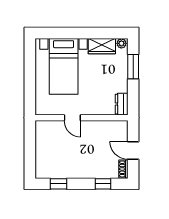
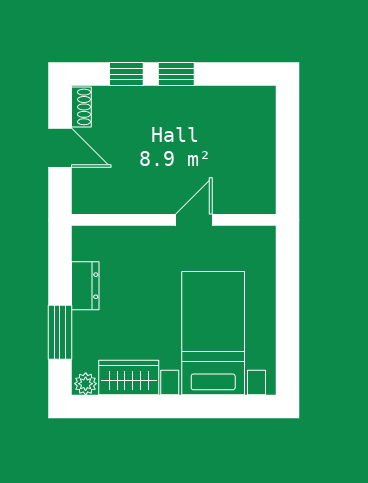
dresser: (122, 104) -> (85, 286), moved
door: (72, 118) -> (194, 220), hinge flipped
window: (59, 184) -> (176, 74), moved

